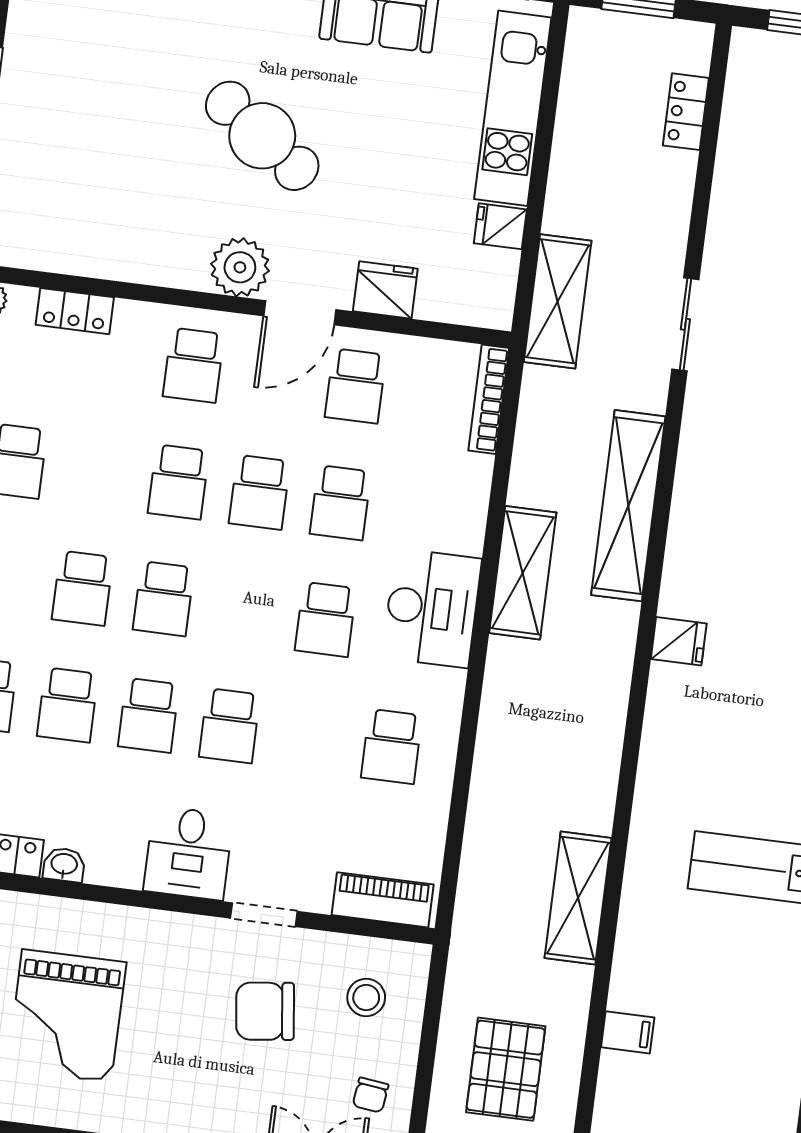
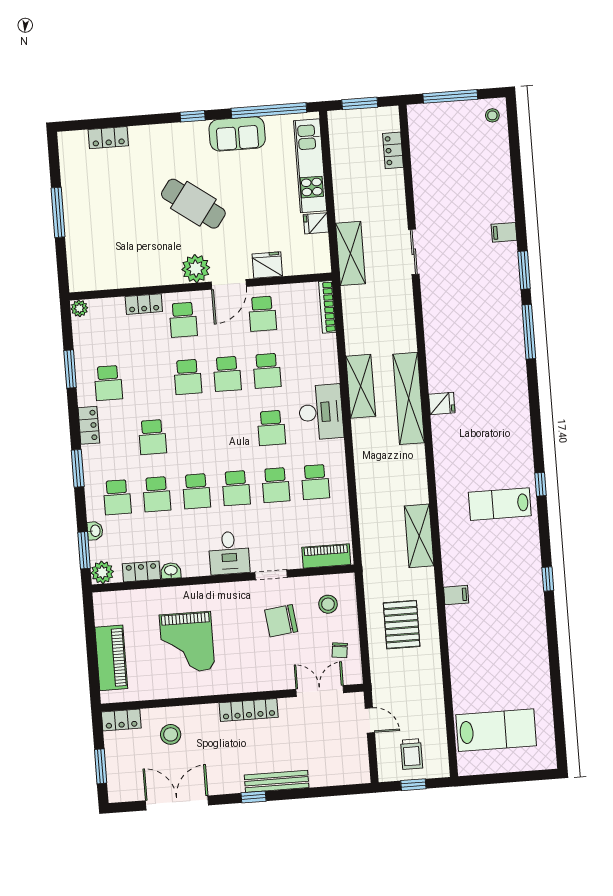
locker: (75, 311) -> (144, 304), moved
shelving: (628, 506) -> (409, 398), moved
school desk: (164, 599) -> (276, 485), moved

